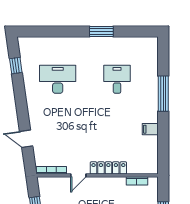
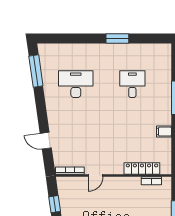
window: (16, 66) -> (36, 71), width x2.17
locker: (108, 168) -> (142, 168), moved

